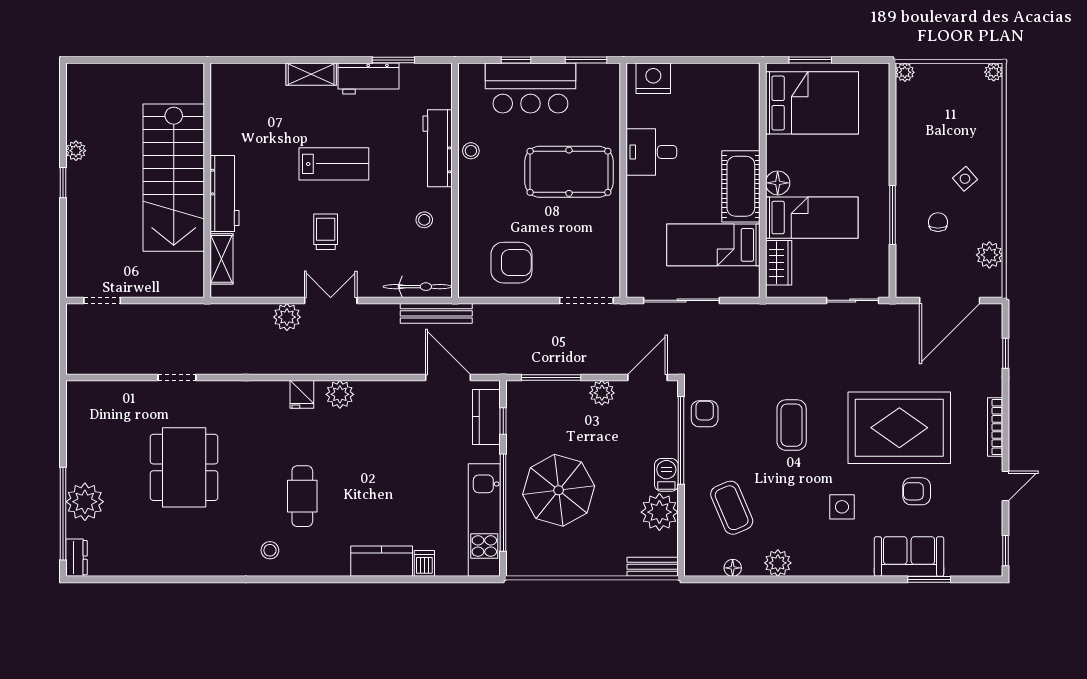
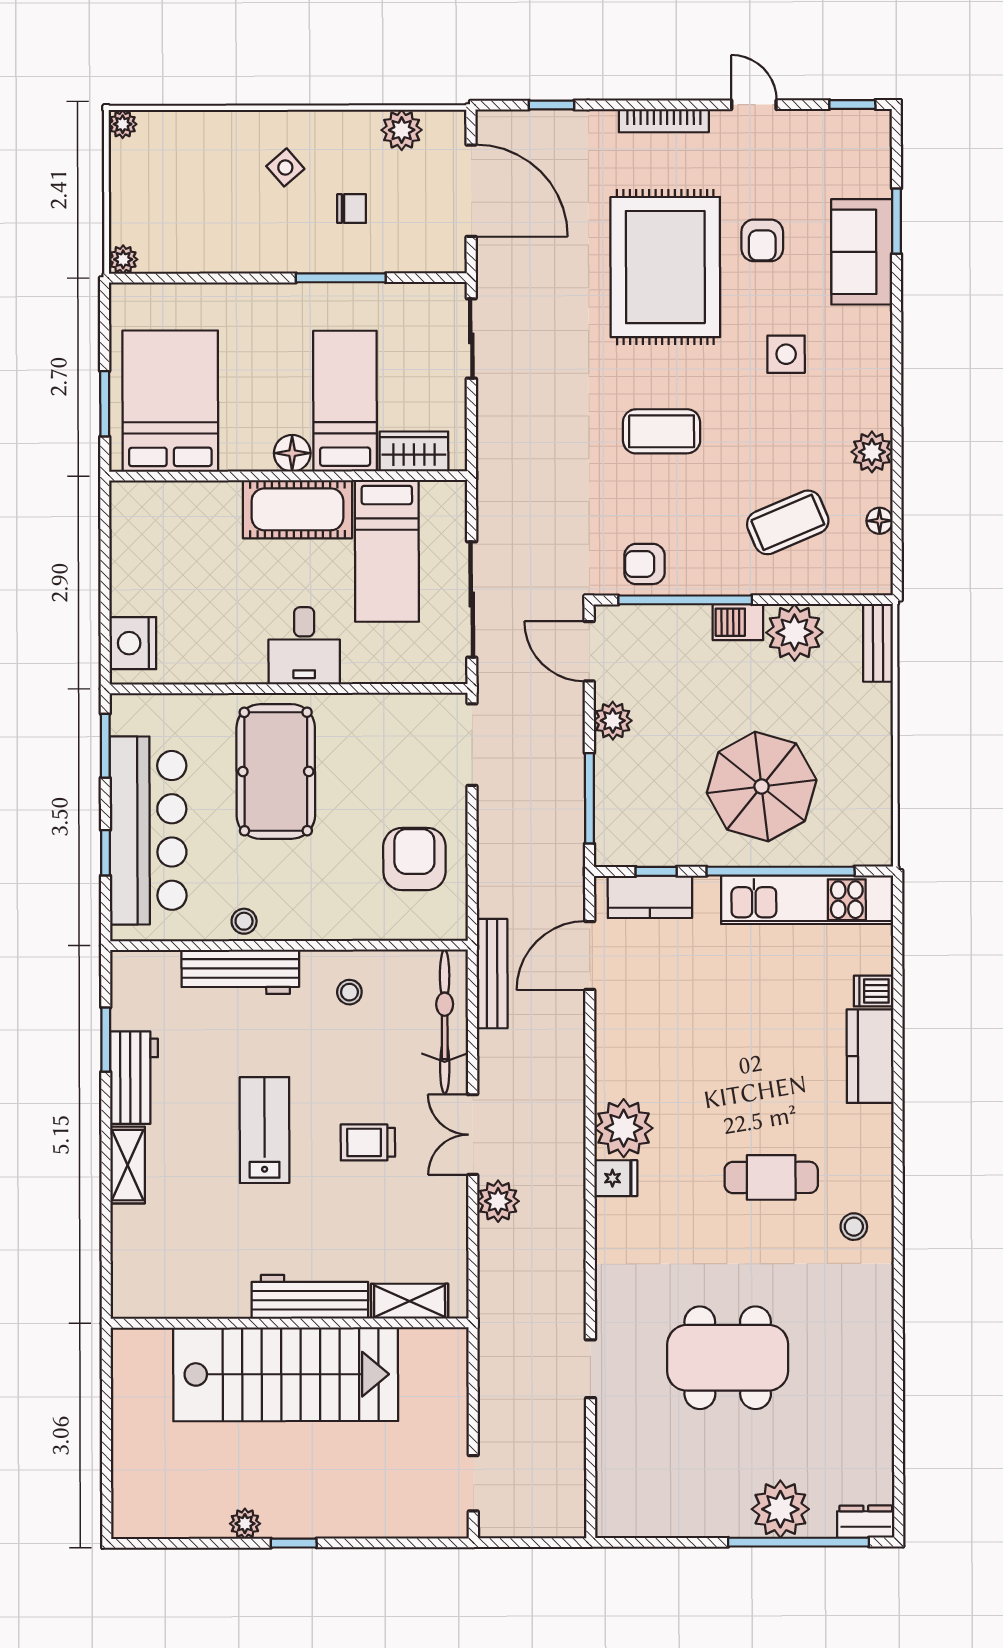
bar counter: (530, 88) -> (148, 830), width x1.36
desk: (651, 152) -> (304, 646), moved
chair: (938, 222) -> (352, 209), turned 180
bicycle: (418, 287) -> (445, 1022), width x1.37, depth x1.40
plant: (340, 394) -> (624, 1128), width x1.36, depth x1.36

